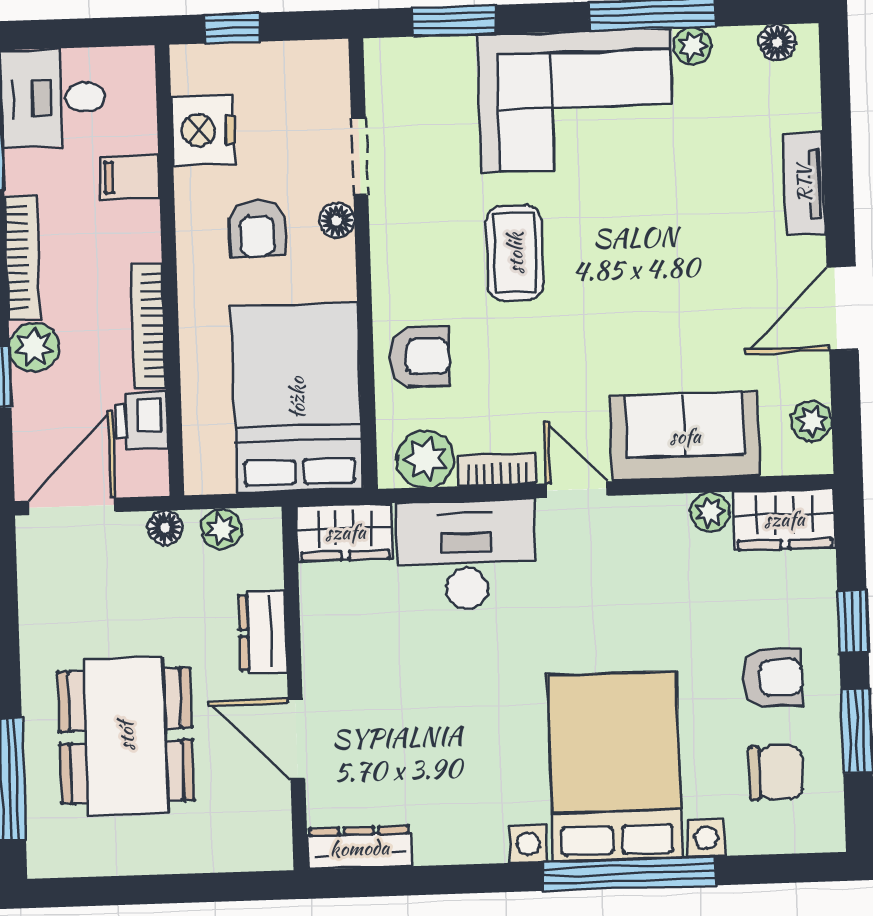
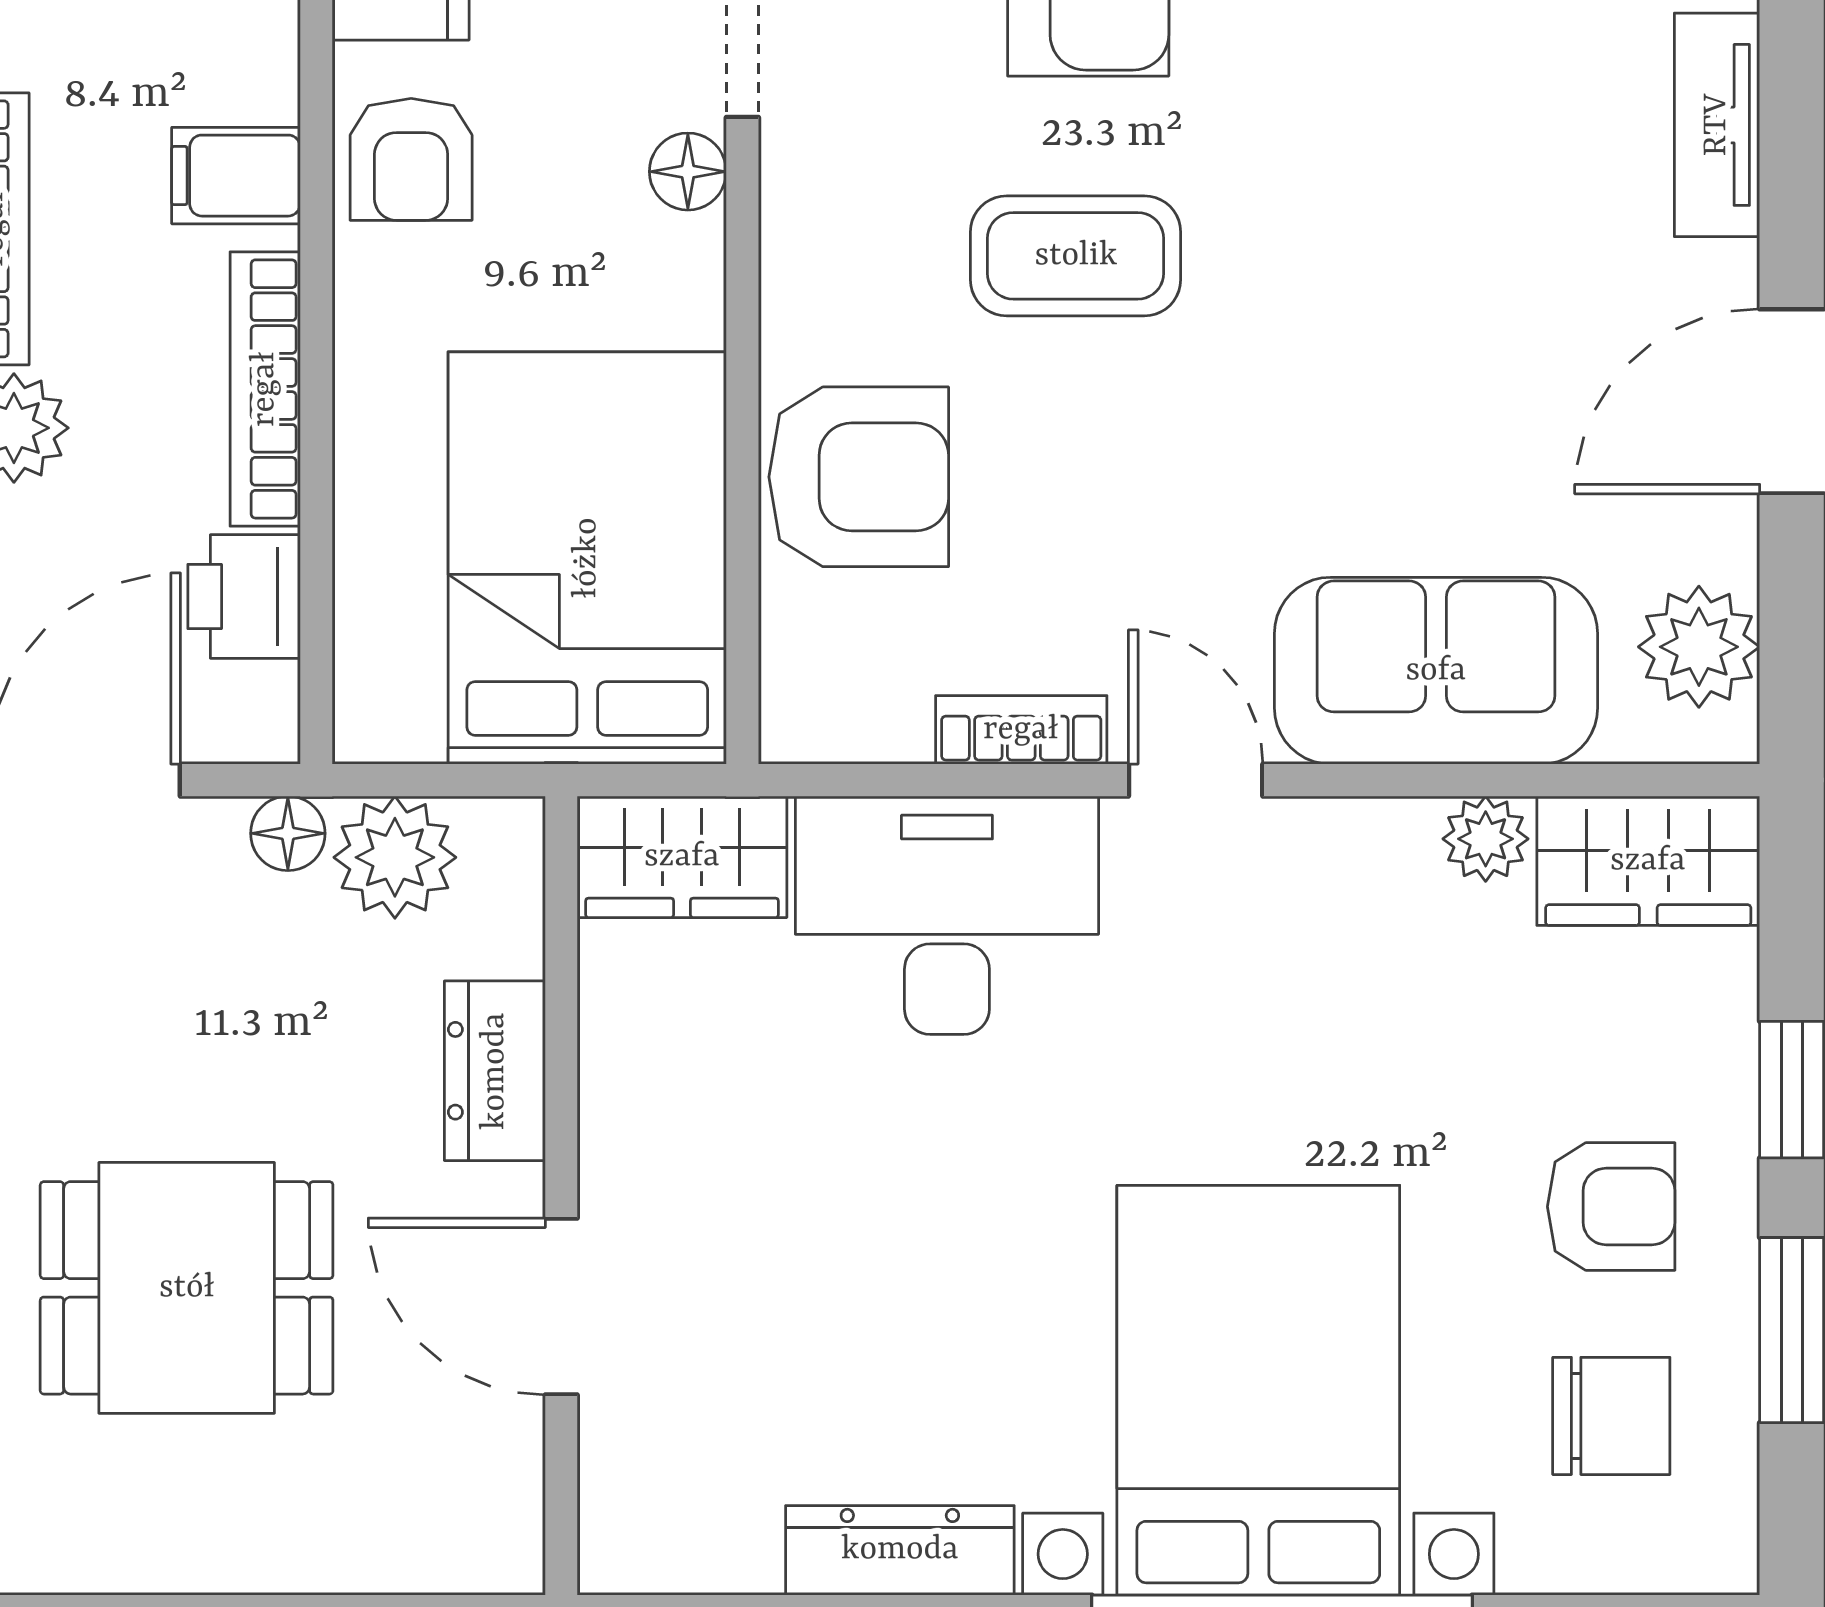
filing cabinet: (130, 177) -> (236, 176), moved
armchair: (257, 228) -> (411, 159), moved
coffee table: (515, 253) -> (1076, 256), turned 90
armchair: (419, 357) -> (859, 477), width x1.38, depth x1.38
plant: (812, 421) -> (1699, 647), width x1.38, depth x1.38
plant: (425, 459) -> (865, 702), removed
plant: (221, 529) -> (395, 857), width x1.38, depth x1.38
dining table: (126, 736) -> (187, 1288), width x0.73
dresser: (359, 848) -> (900, 1550), moved

